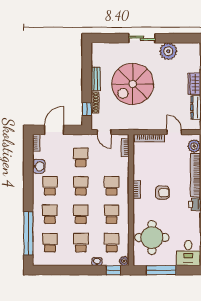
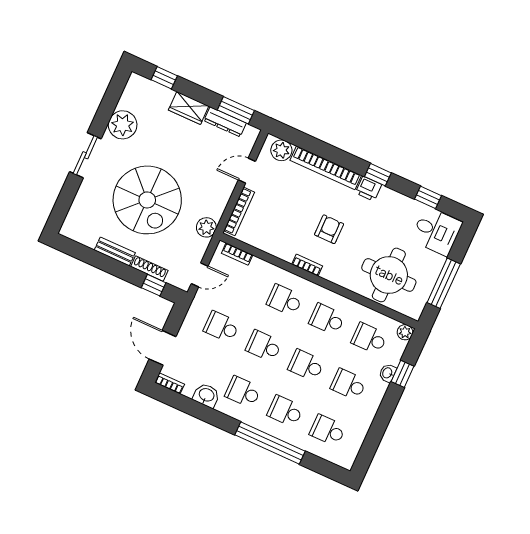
plant: (132, 124) -> (206, 227), added
window: (28, 233) -> (270, 443), moved
window: (113, 270) -> (403, 374), moved

